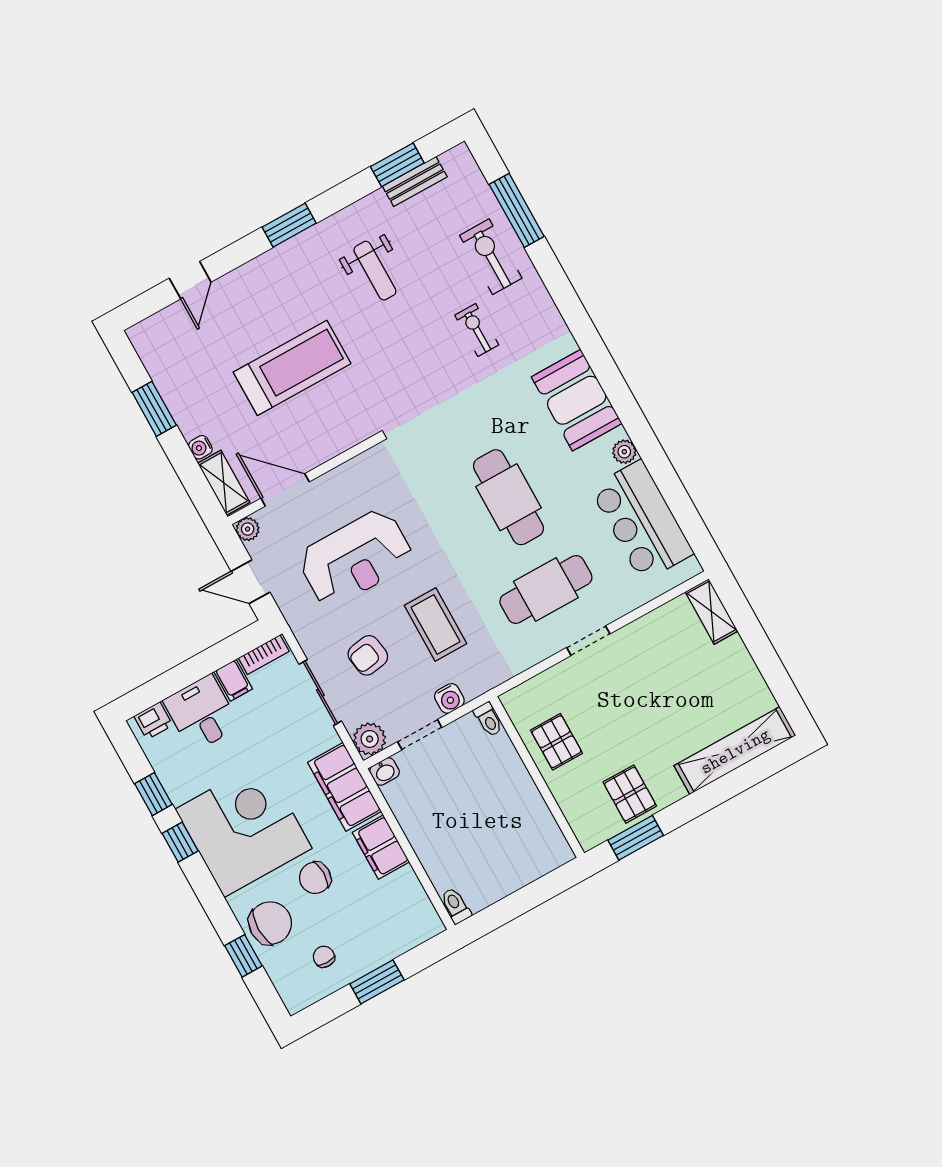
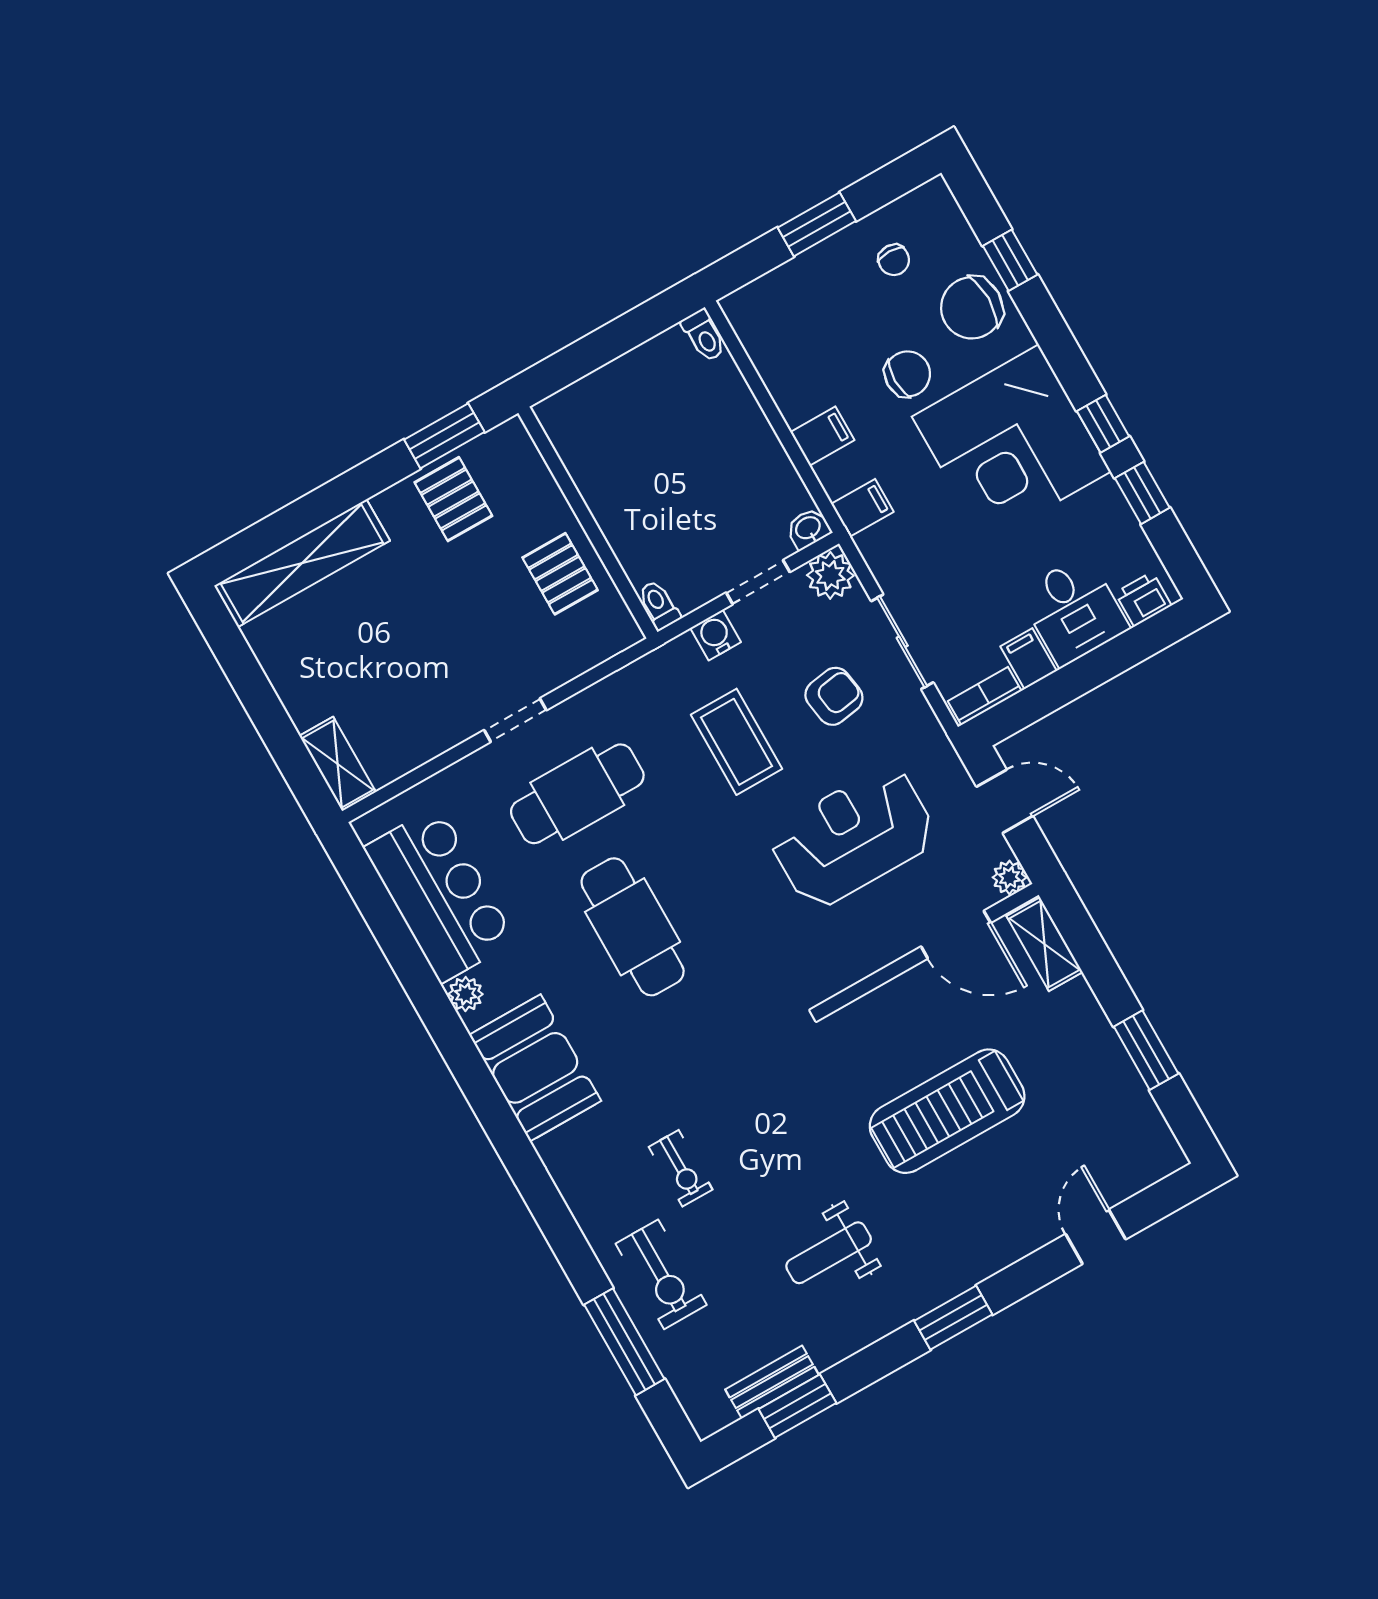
weight bench: (375, 271) -> (829, 1253), turned -90
water cooler: (200, 447) -> (1079, 995), removed
filing cabinet: (344, 787) -> (862, 508), width x0.33, depth x0.86
filing cabinet: (381, 847) -> (822, 436), width x0.50

